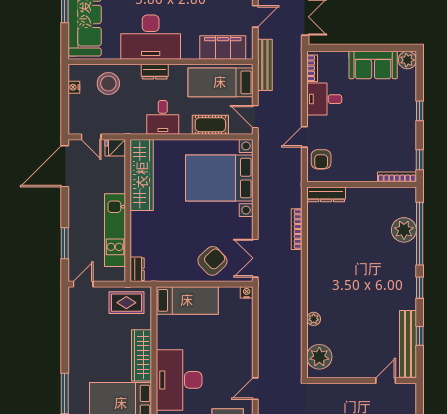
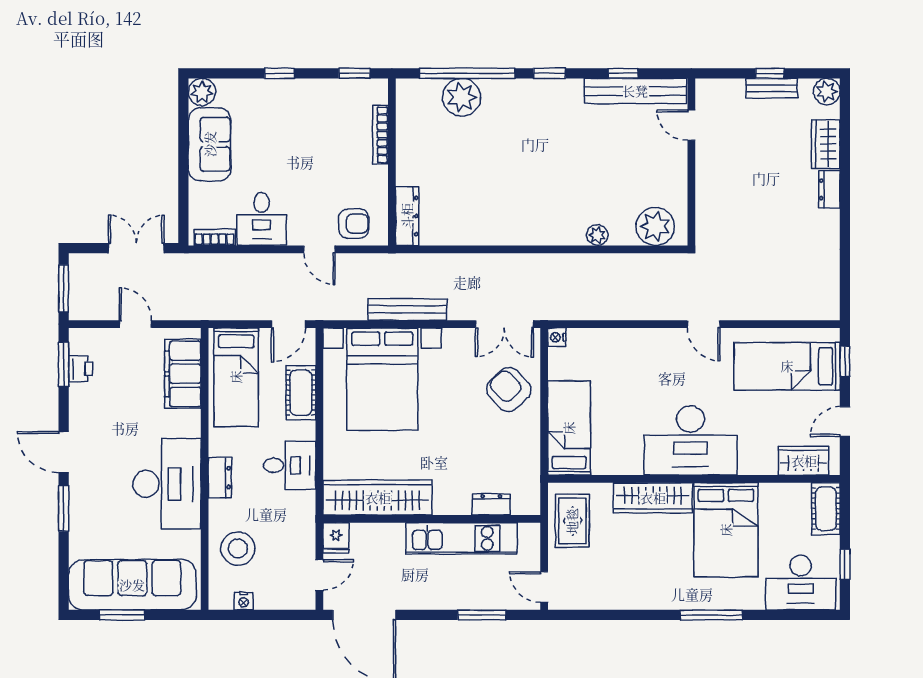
bench: (265, 65) -> (407, 309), moved
bookcase: (397, 177) -> (381, 135), moved
bookcase: (297, 229) -> (460, 261), removed
dresser: (137, 269) -> (491, 505), moved

